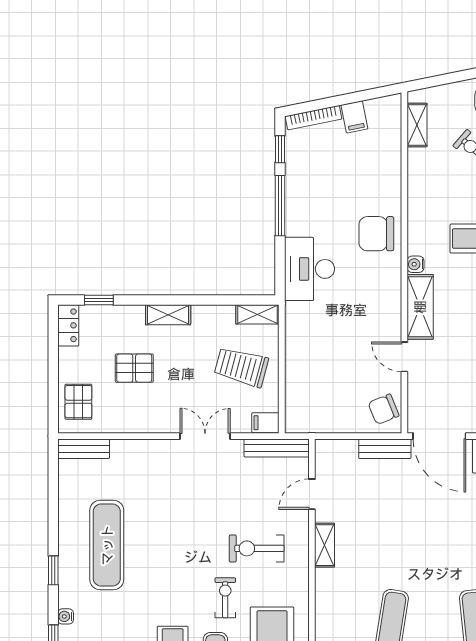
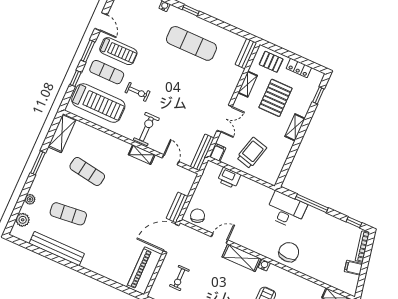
window: (280, 206) -> (312, 203), moved
shelving: (257, 314) -> (248, 84), moved
locker: (68, 325) -> (299, 68), moved
pallet: (134, 368) -> (275, 98), width x1.50, depth x1.42
printer: (299, 385) -> (229, 178), added
exercise bike: (257, 548) -> (146, 129), moved

